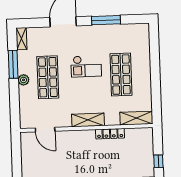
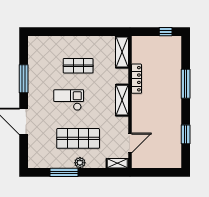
shelving: (21, 39) -> (117, 163), moved
checkout: (86, 66) -> (69, 100), turned -90
shop shelf: (121, 75) -> (78, 66), width x0.70, depth x0.74

